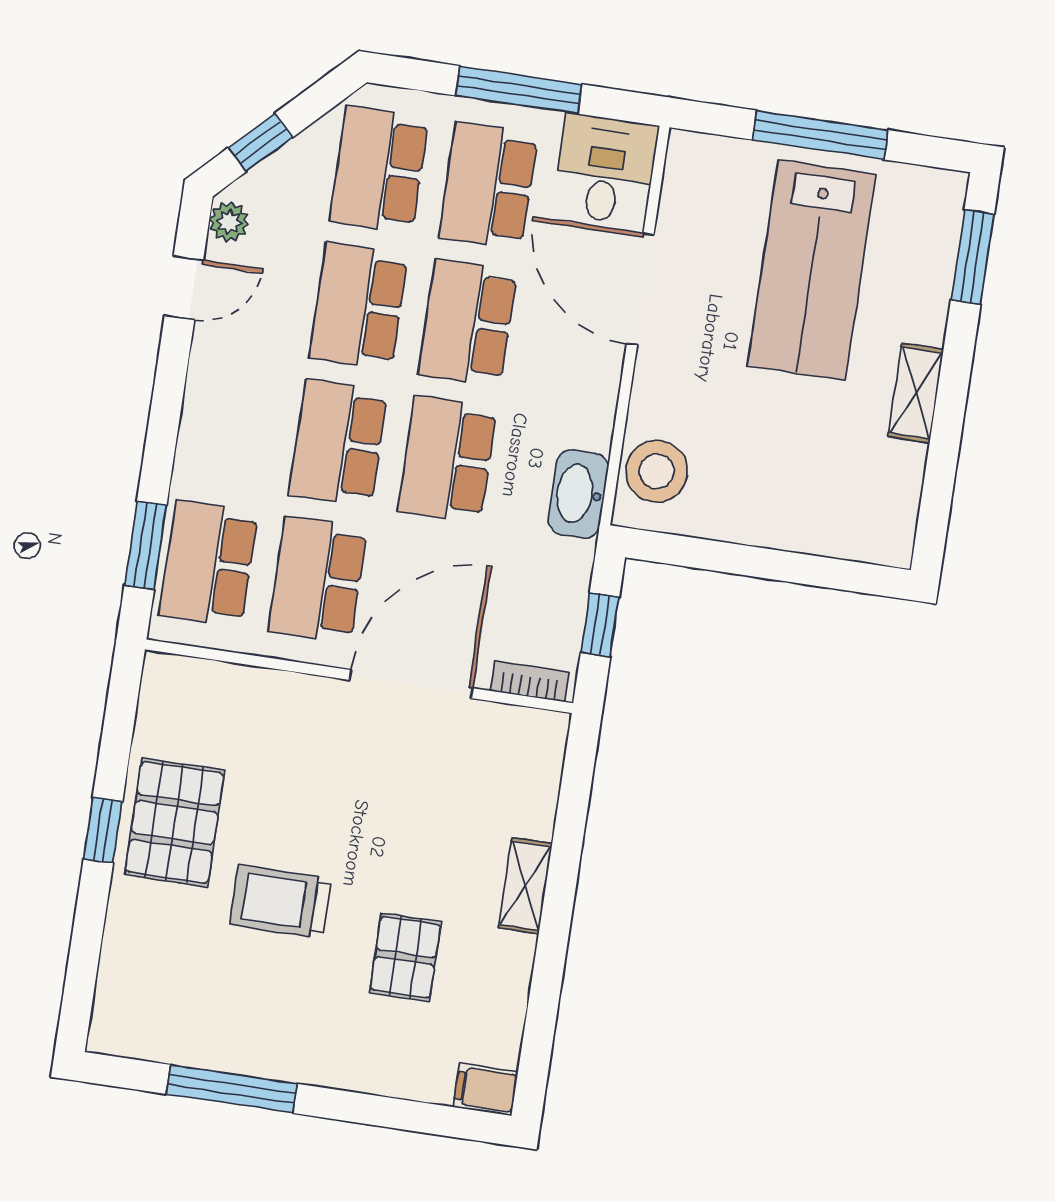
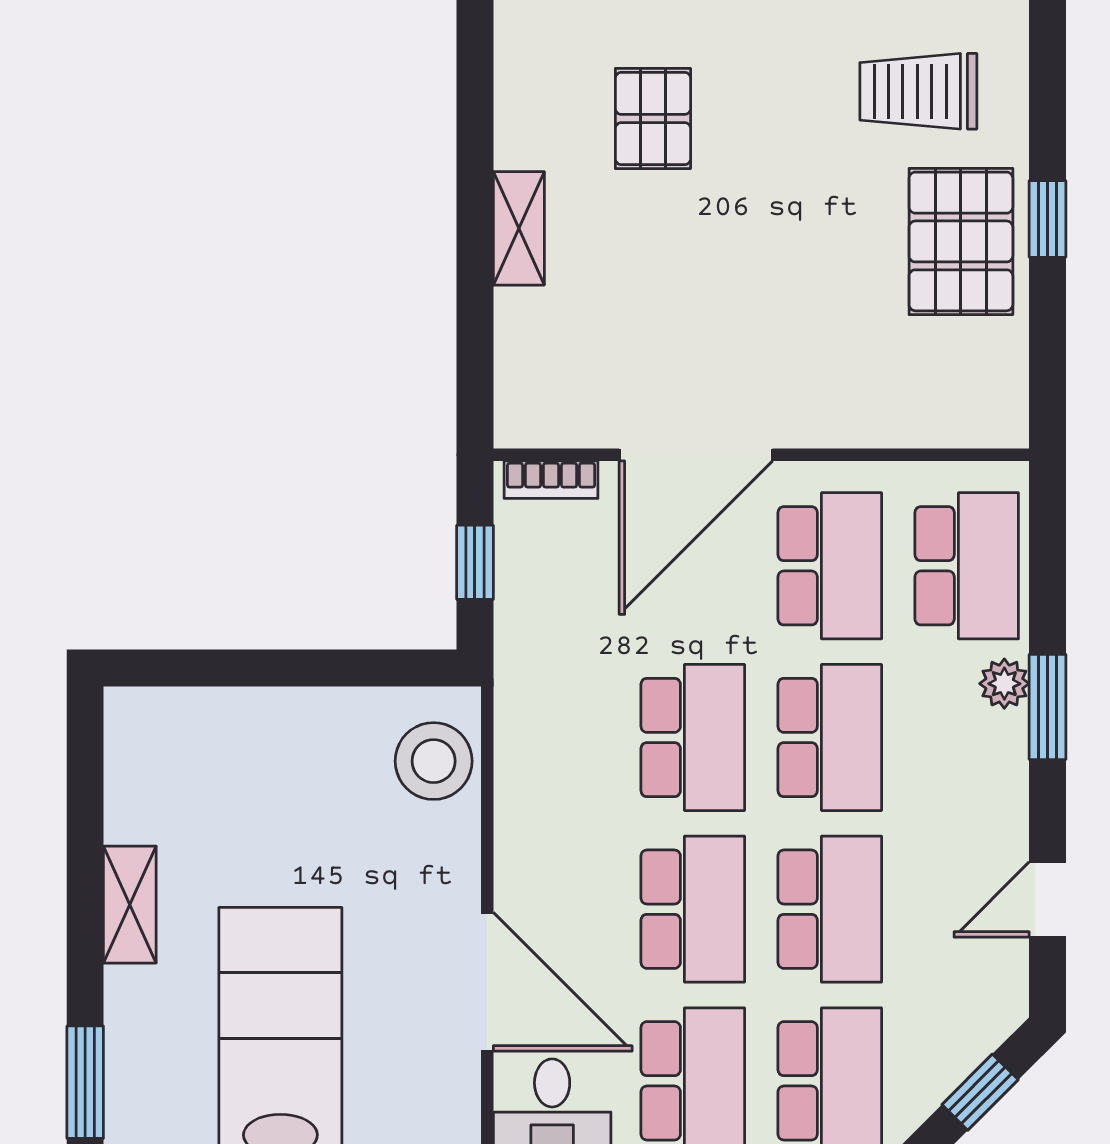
plant: (229, 222) -> (1004, 684), moved
washbasin: (578, 494) -> (526, 719), removed
window: (145, 545) -> (1048, 707), moved
trolley: (280, 901) -> (918, 91), moved, turned 180

